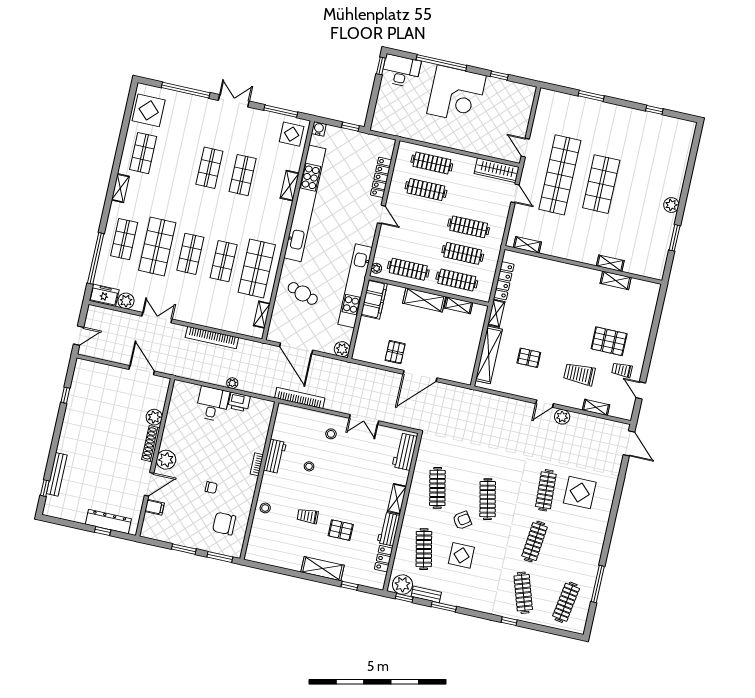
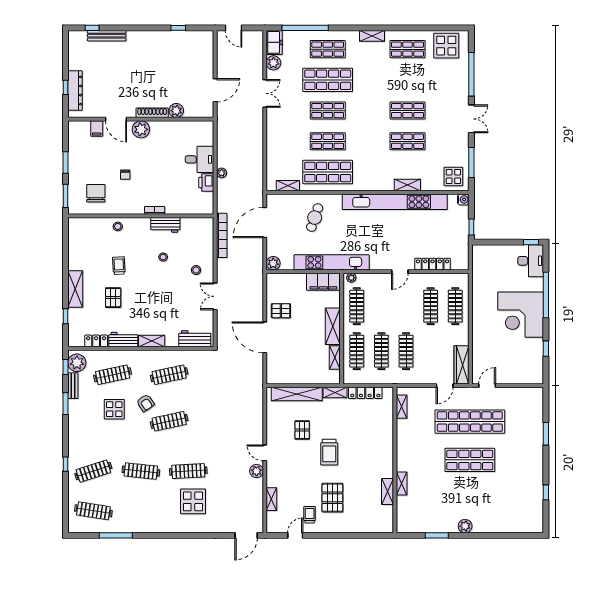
bookcase: (212, 338) -> (258, 146), removed
trolley: (579, 374) -> (329, 452), moved, turned 180

